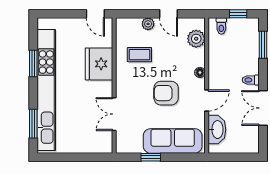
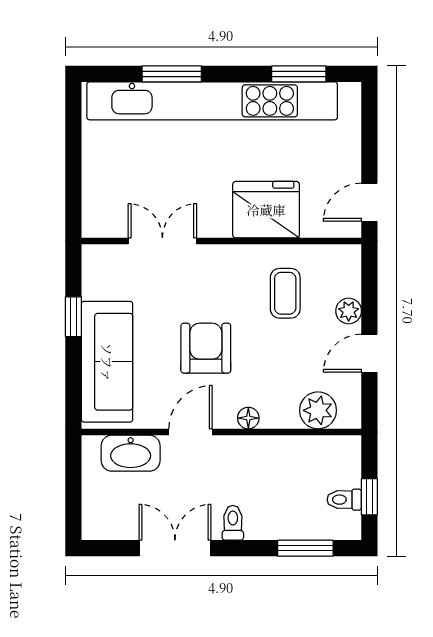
toilet: (221, 26) -> (344, 500), moved
window: (33, 64) -> (299, 74), moved
door: (207, 100) -> (191, 432), swing flipped
window: (33, 124) -> (172, 74), moved

